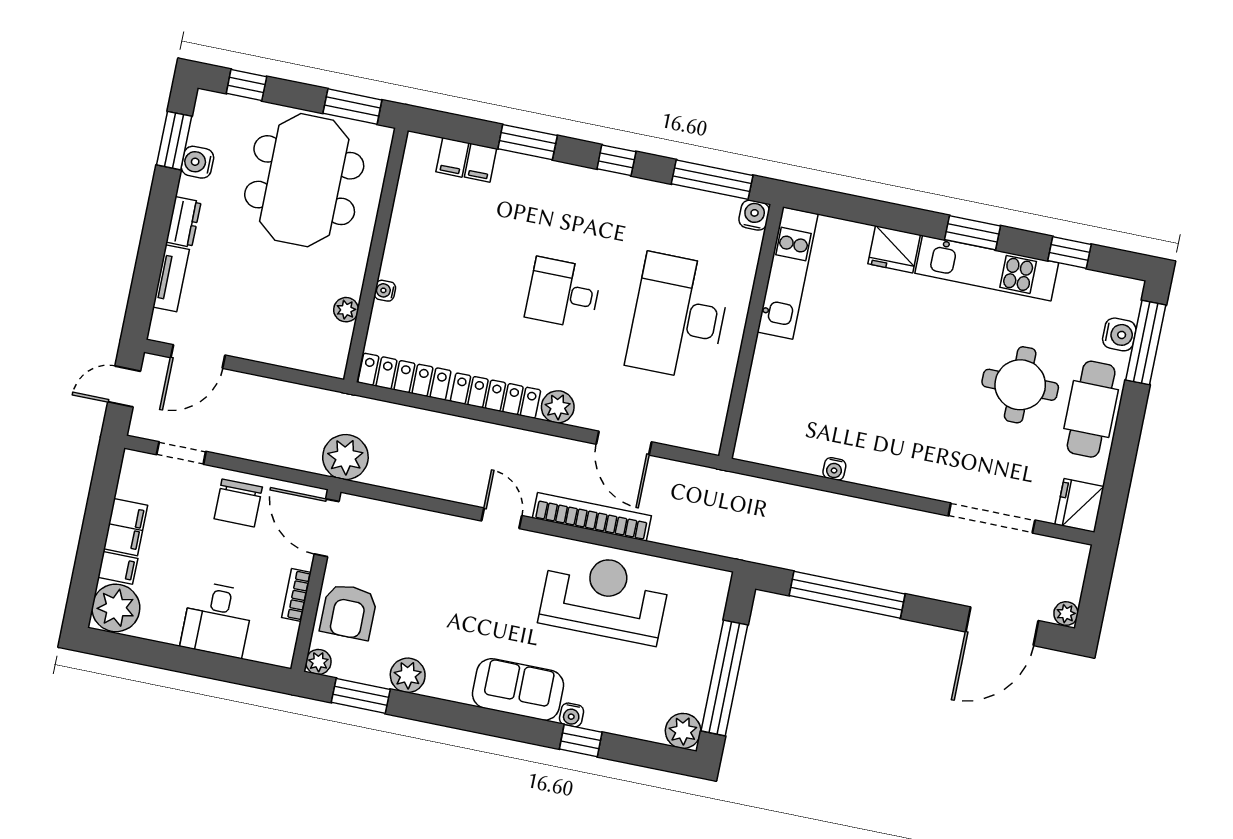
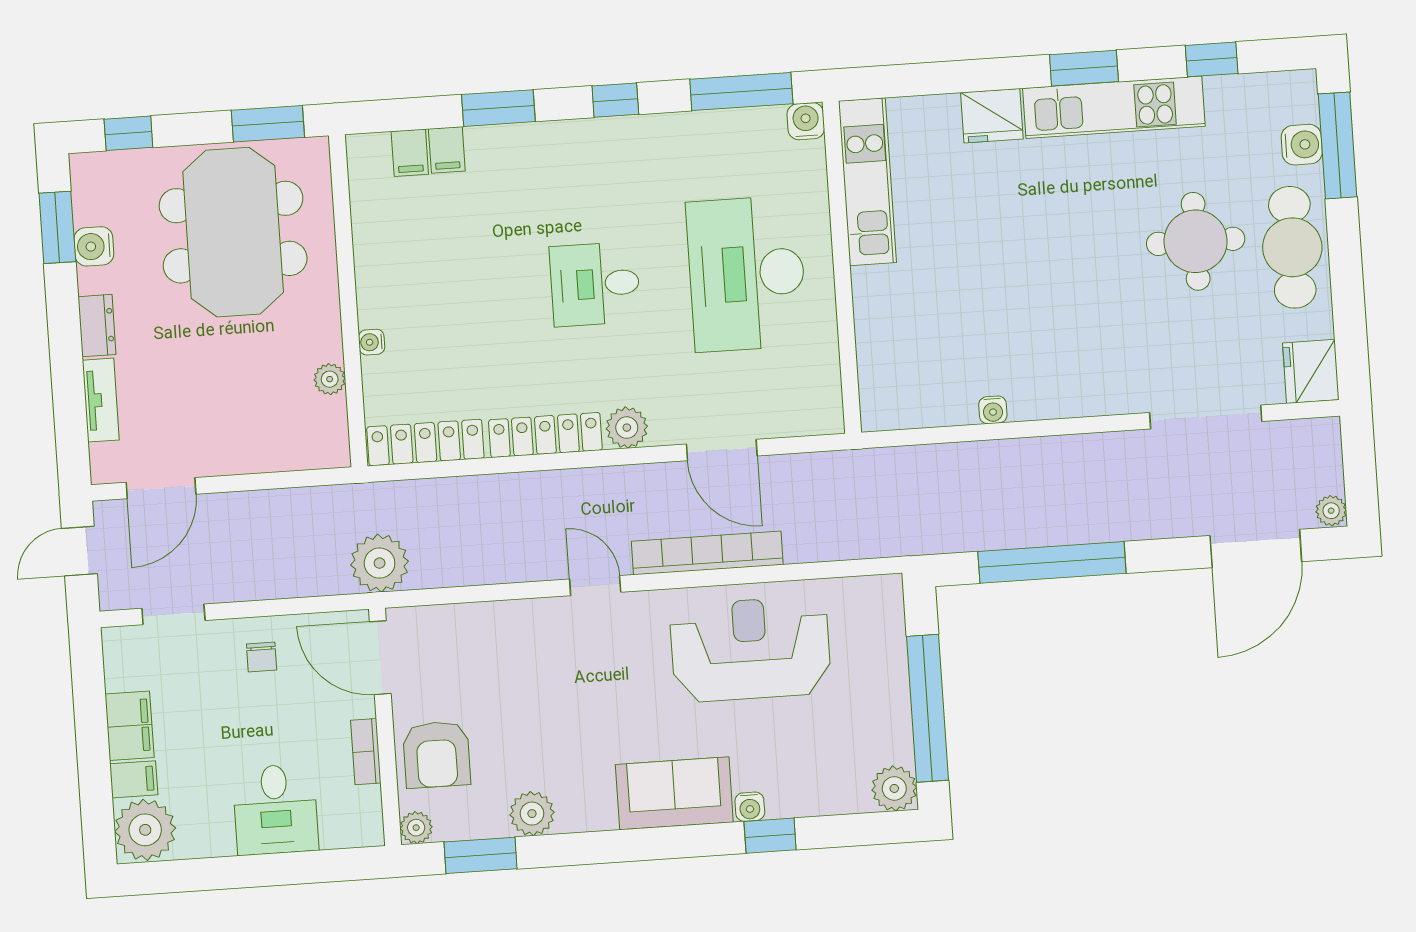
chair: (238, 503) -> (262, 657), width x0.54, depth x0.54

